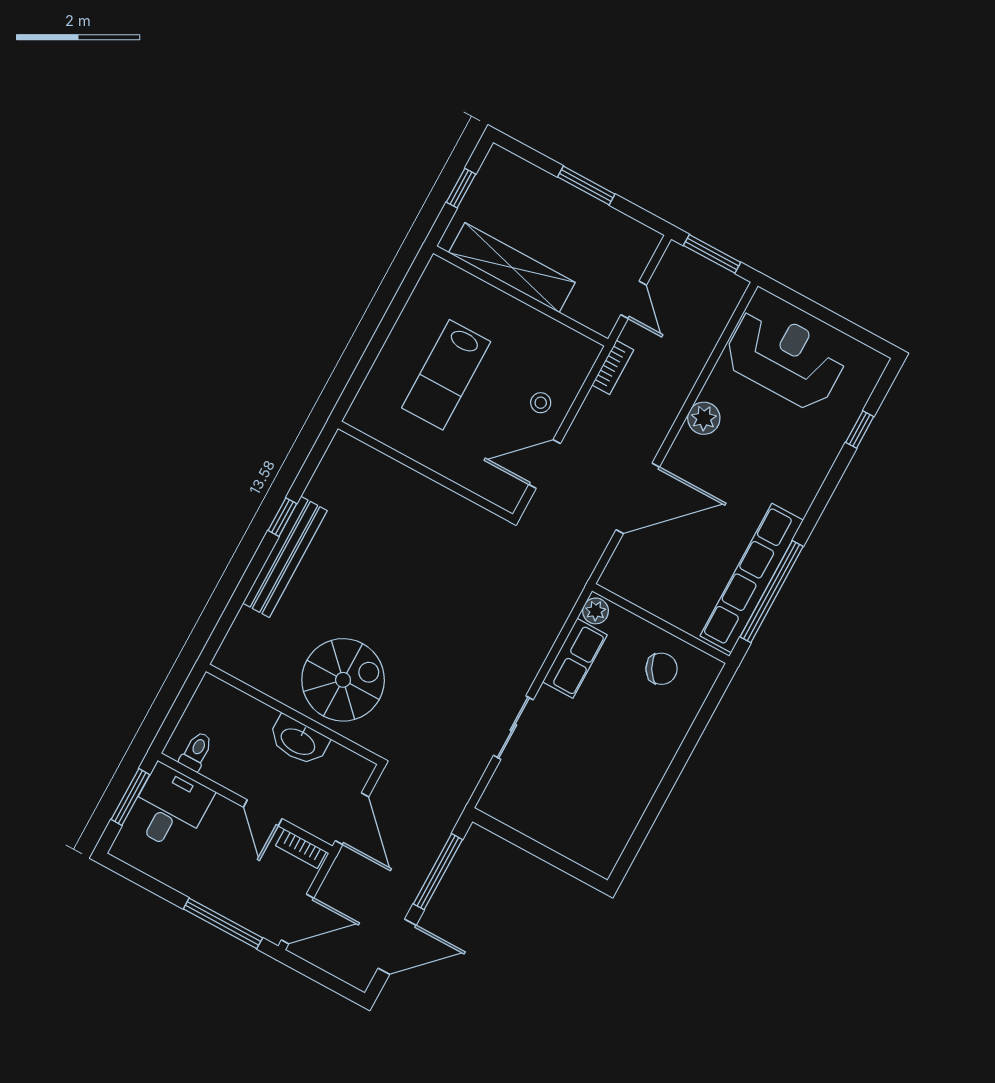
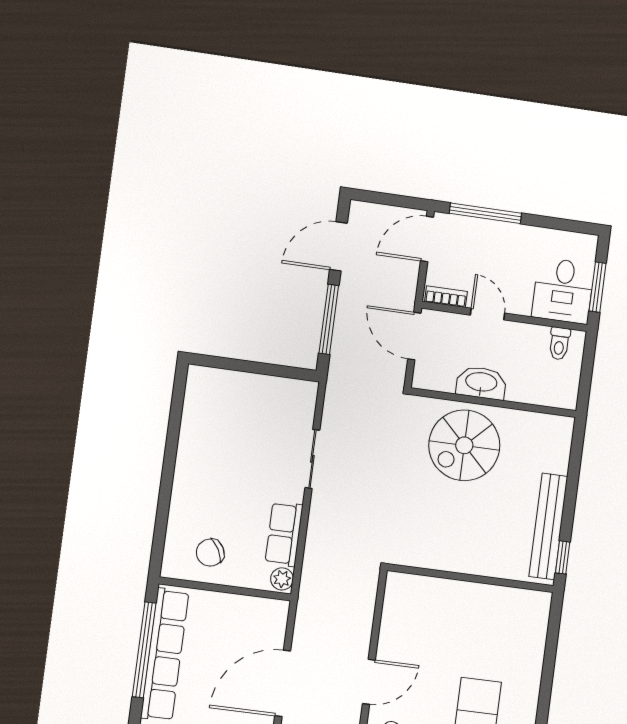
wall: (425, 471) -> (470, 578), moved

